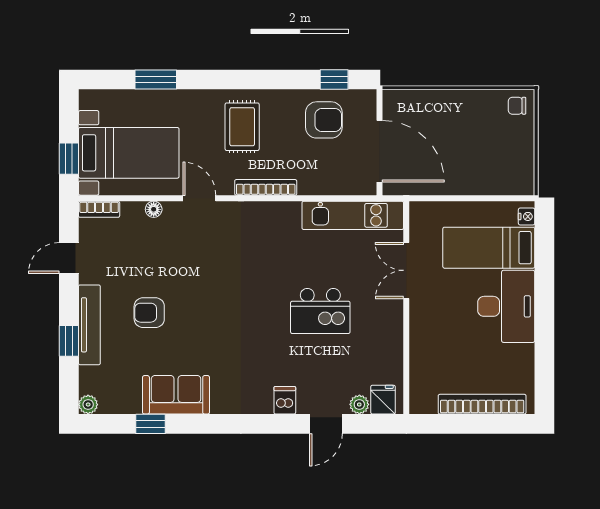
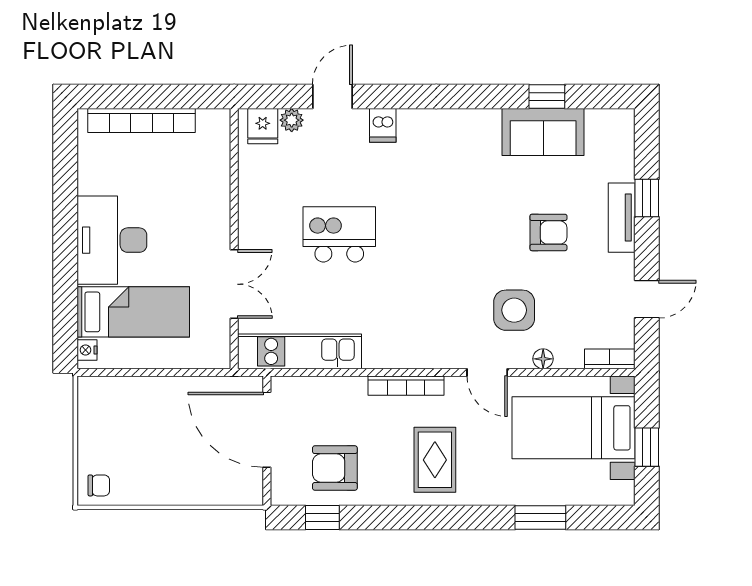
window: (69, 159) -> (647, 447), moved
side table: (177, 249) -> (514, 310), added
tv unit: (89, 325) -> (622, 218), width x0.71
sofa: (176, 395) -> (543, 132), moved
plant: (88, 404) -> (623, 120), removed

